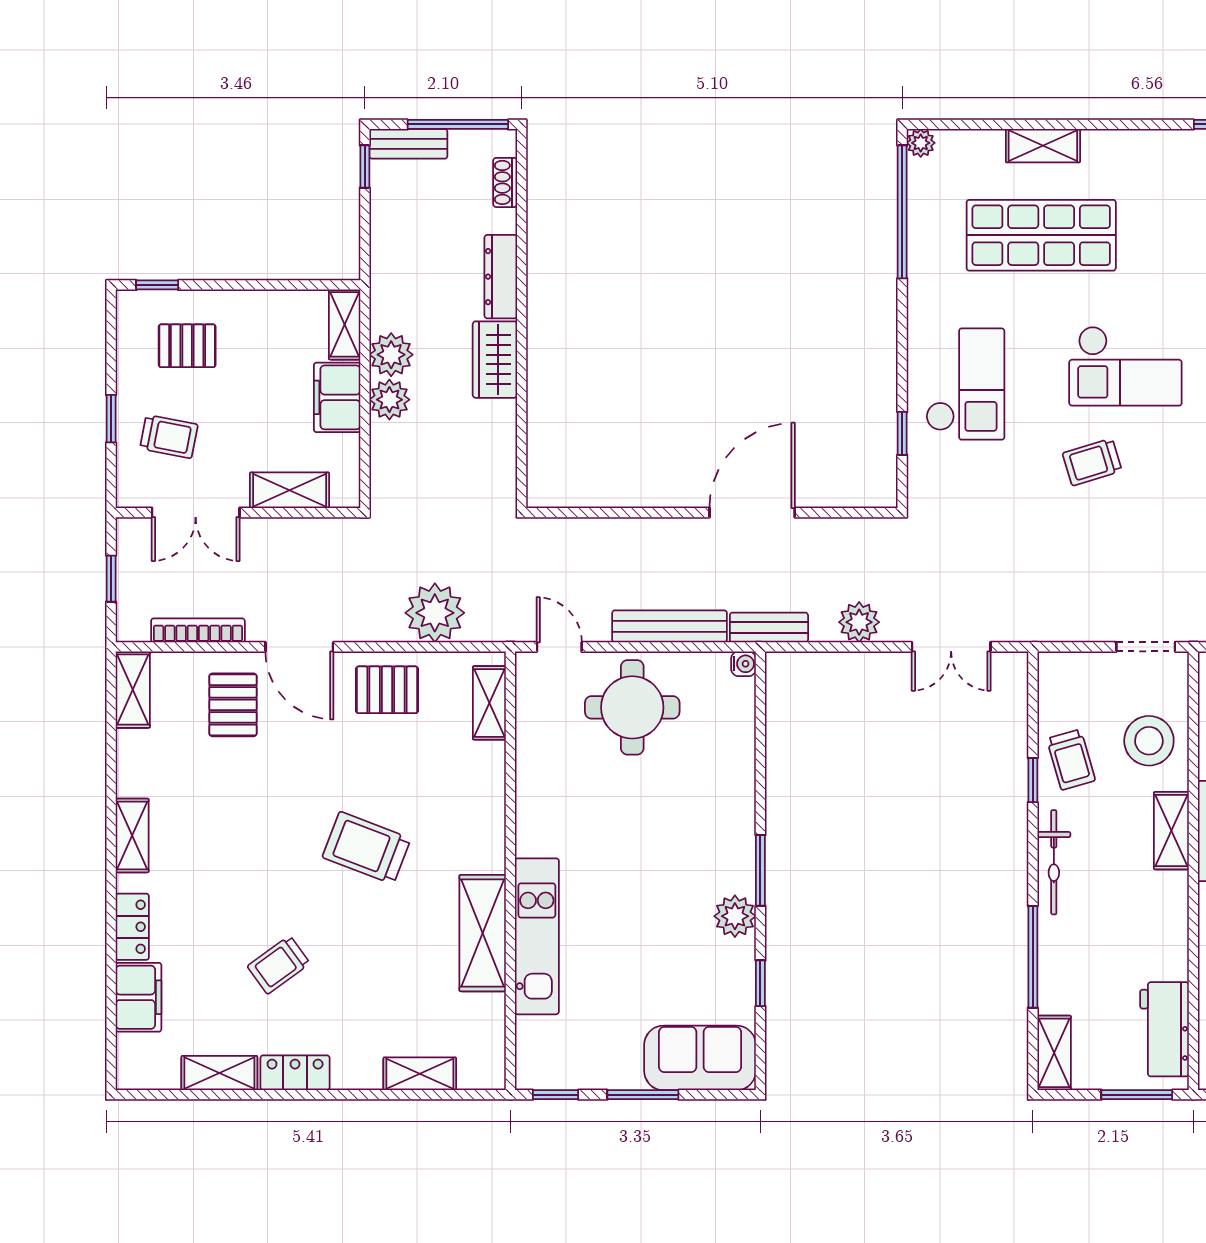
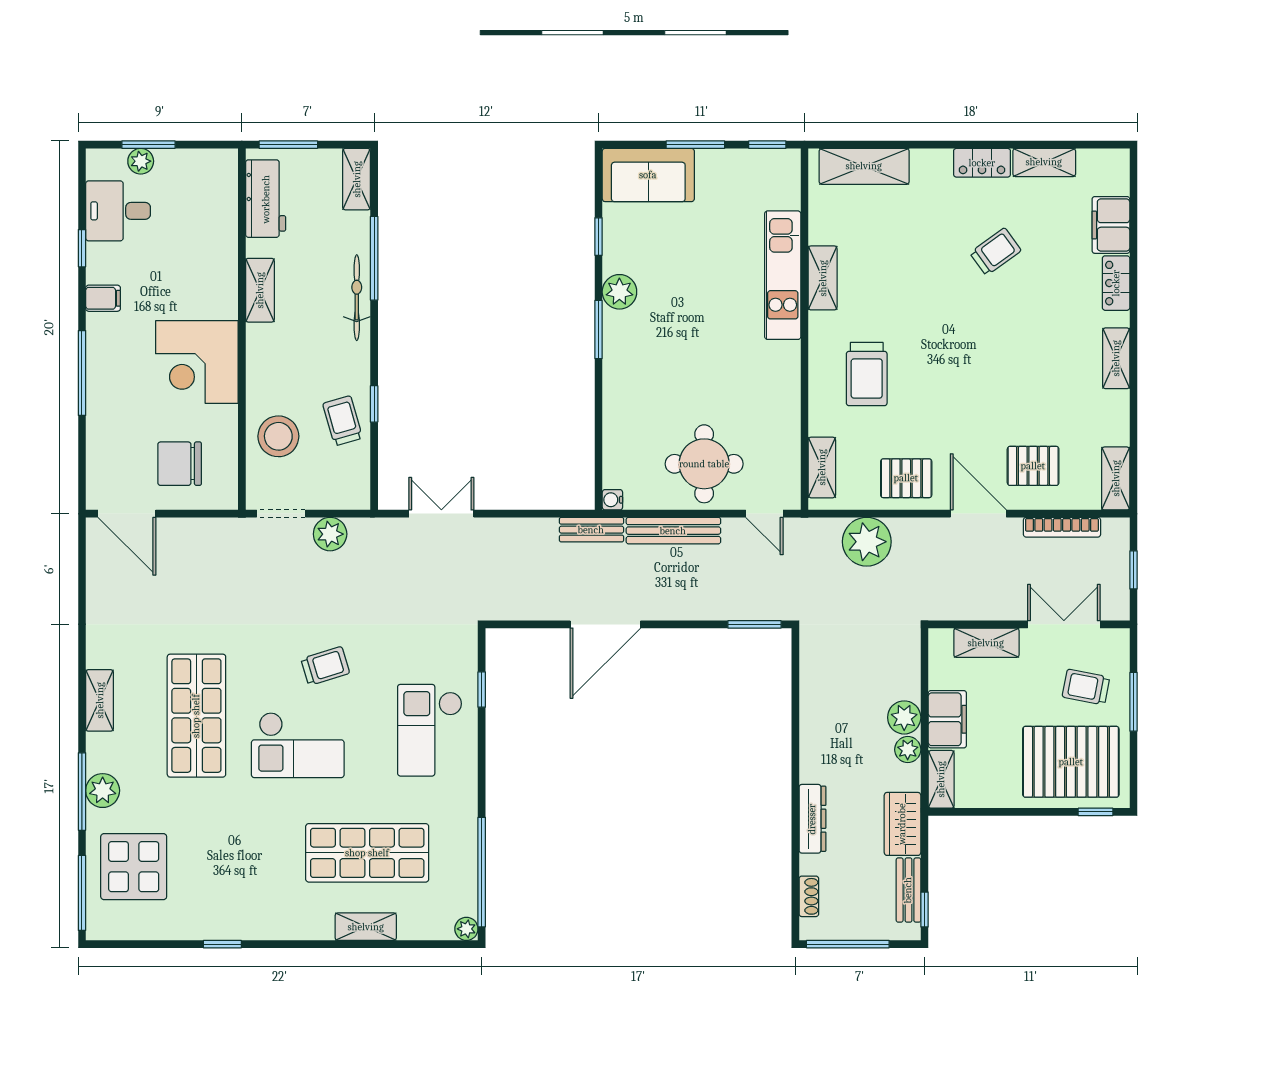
bench: (408, 144) -> (908, 890), moved, turned 90
pallet: (187, 346) -> (1071, 762), width x2.05, depth x2.00
plant: (391, 355) -> (908, 750), width x0.73, depth x0.73
wardrobe: (495, 360) -> (902, 824), moved, turned 180
checkout: (1125, 366) -> (298, 745), turned 180
window: (111, 419) -> (1134, 702), width x1.50
window: (571, 513) -> (754, 624), added
plant: (859, 622) -> (330, 534), moved
pallet: (233, 705) -> (1033, 466), turned 90
shelving: (1171, 831) -> (260, 290), moved
trolley: (367, 848) -> (867, 374), moved, turned 69
bicycle: (1054, 862) -> (357, 298), moved
shelving: (483, 933) -> (823, 278), width x0.67, depth x0.75
shelving: (420, 1074) -> (864, 166), width x1.50, depth x1.33

